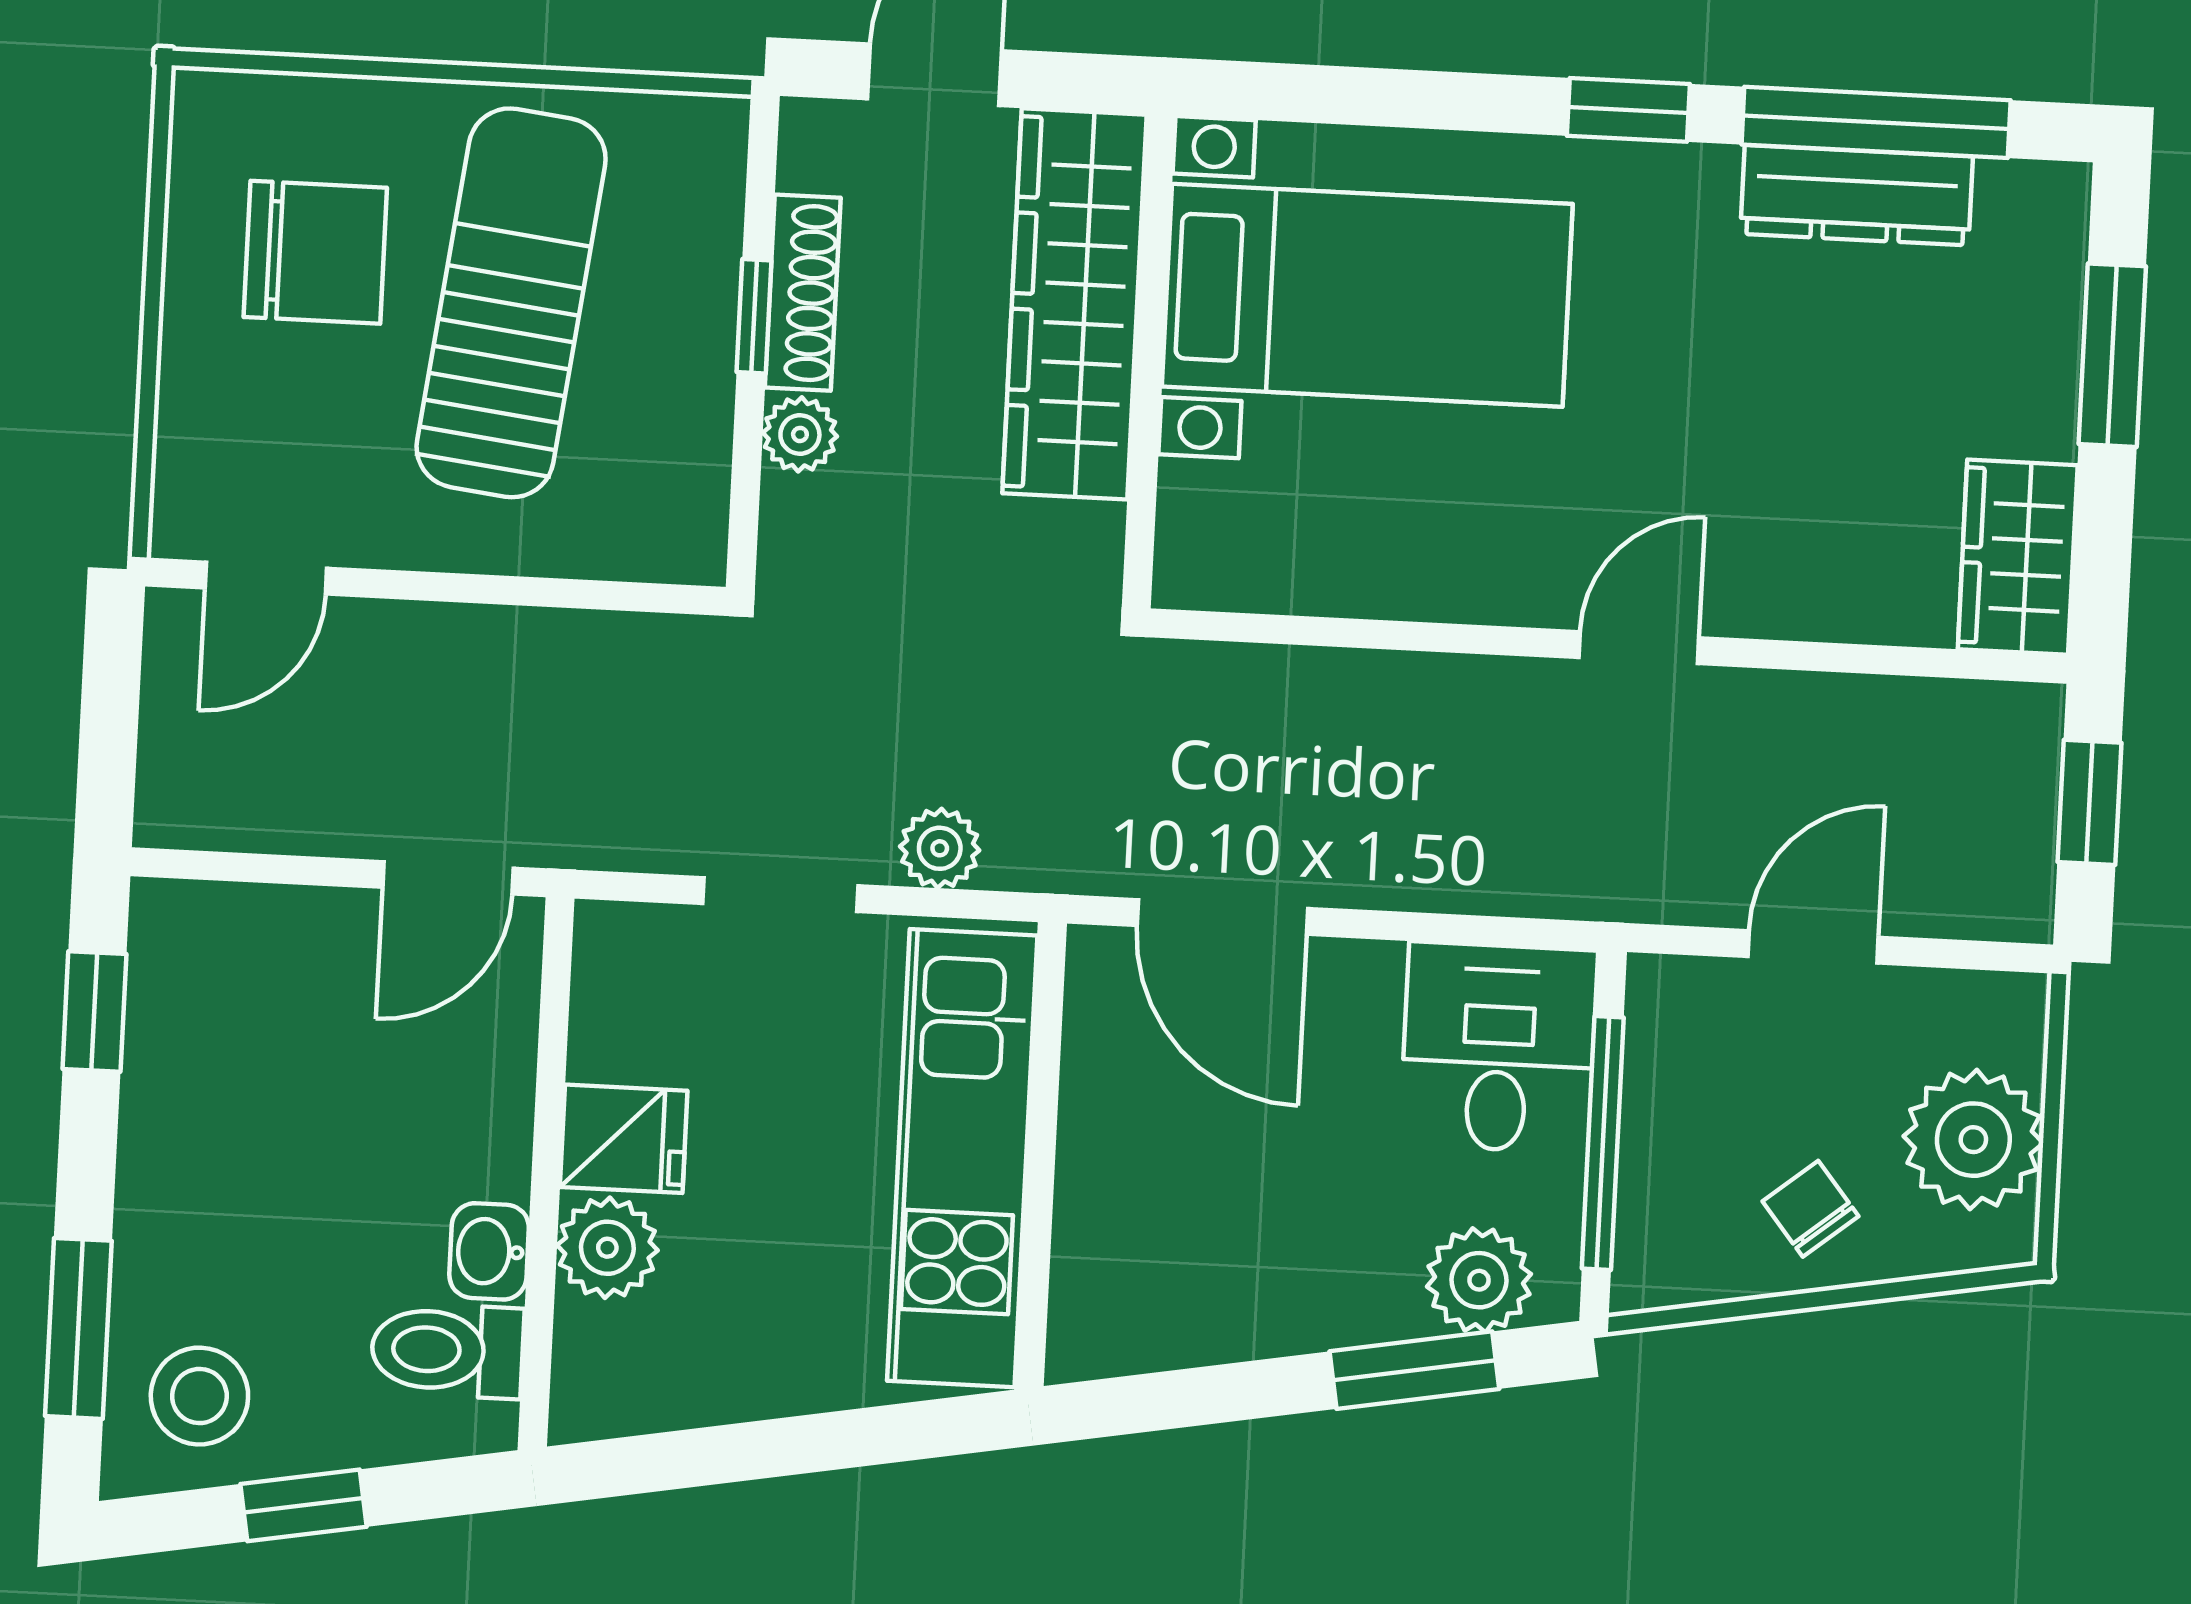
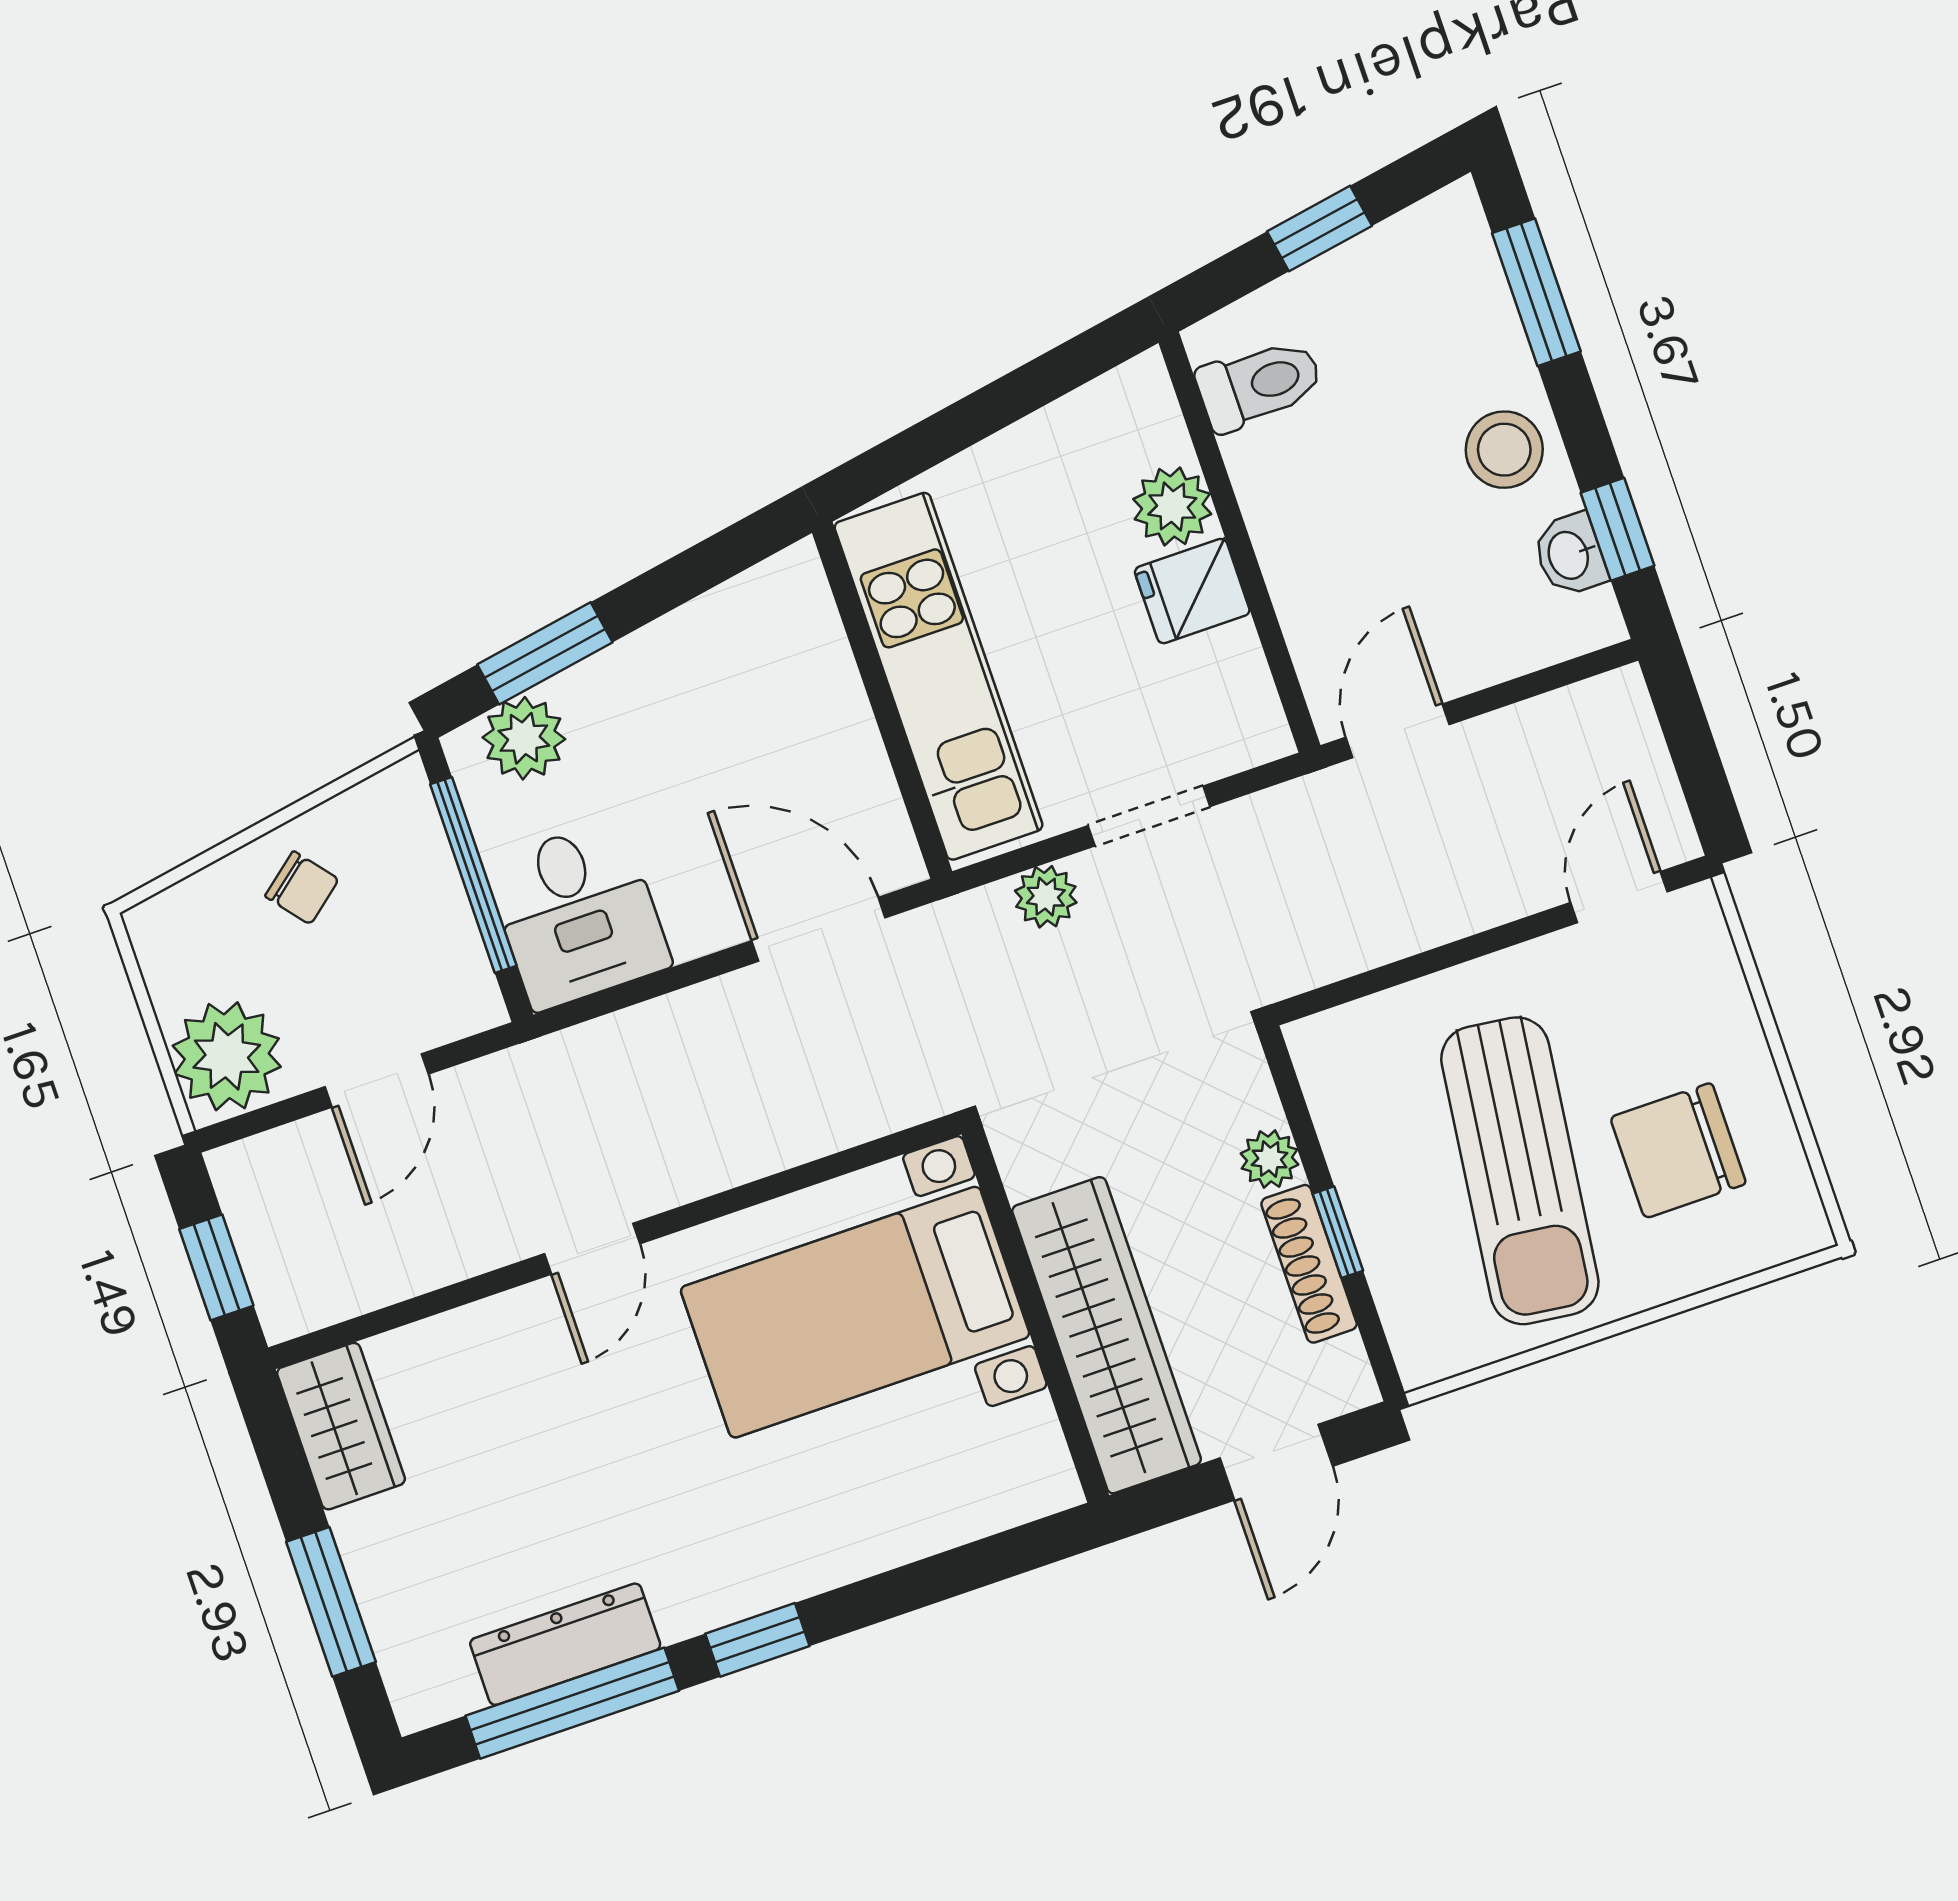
bed with nightstands: (1367, 295) -> (855, 1312), moved
plant: (1973, 1140) -> (227, 1056), moved
washbasin: (489, 1251) -> (1570, 555), moved, turned 180
stool: (199, 1396) -> (1504, 450), moved

